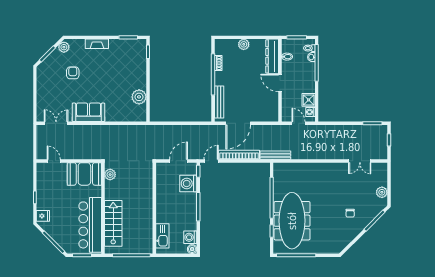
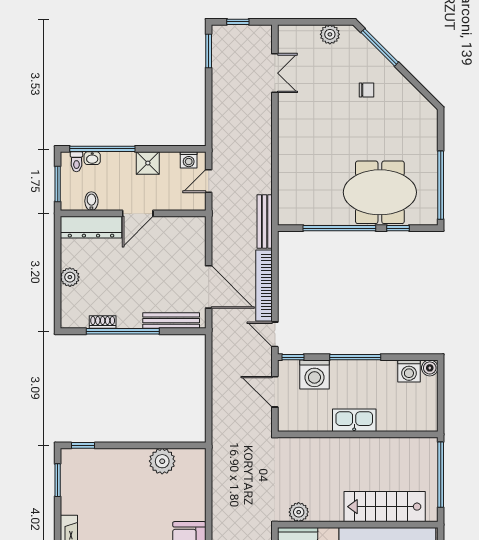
shower: (309, 100) -> (148, 163), moved
meeting table: (292, 221) -> (380, 192), width x0.73
kitchen sink: (162, 236) -> (354, 420), moved

